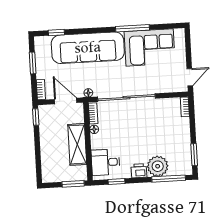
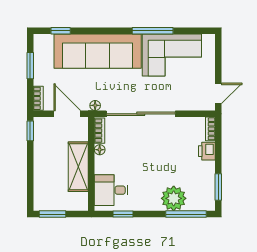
printer: (139, 171) -> (207, 151), moved, turned -90
window: (73, 184) -> (53, 214), moved

